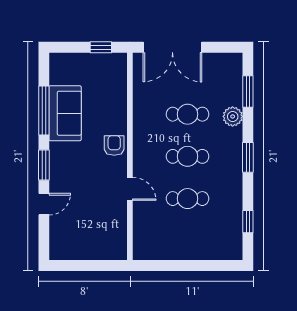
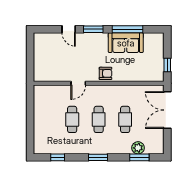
plant: (233, 116) -> (138, 148), moved

